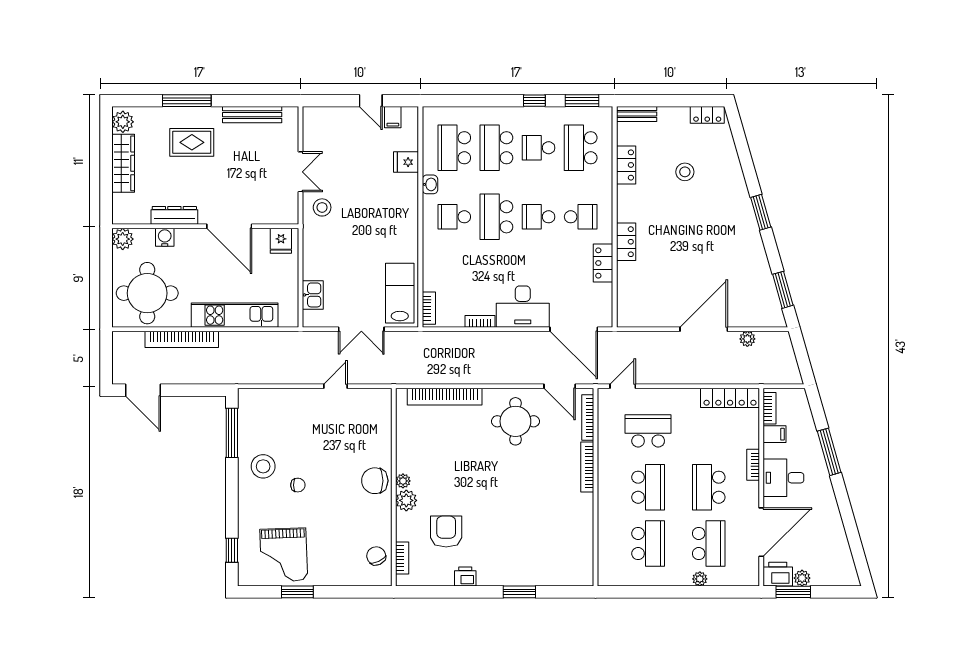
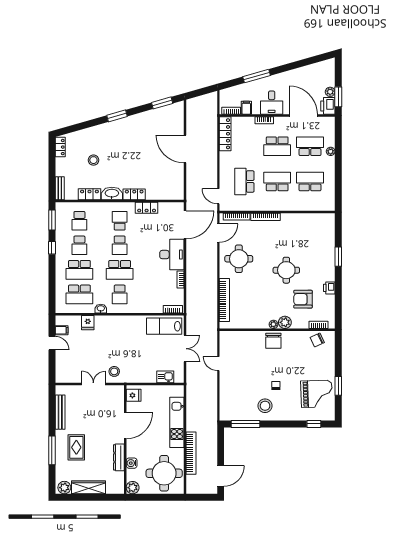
door: (371, 101) -> (52, 343), hinge flipped
school desk: (581, 148) -> (79, 221), width x0.54
washbasin: (627, 203) -> (112, 194), added
plant: (747, 339) -> (191, 124), removed
round table: (496, 503) -> (286, 270), added

